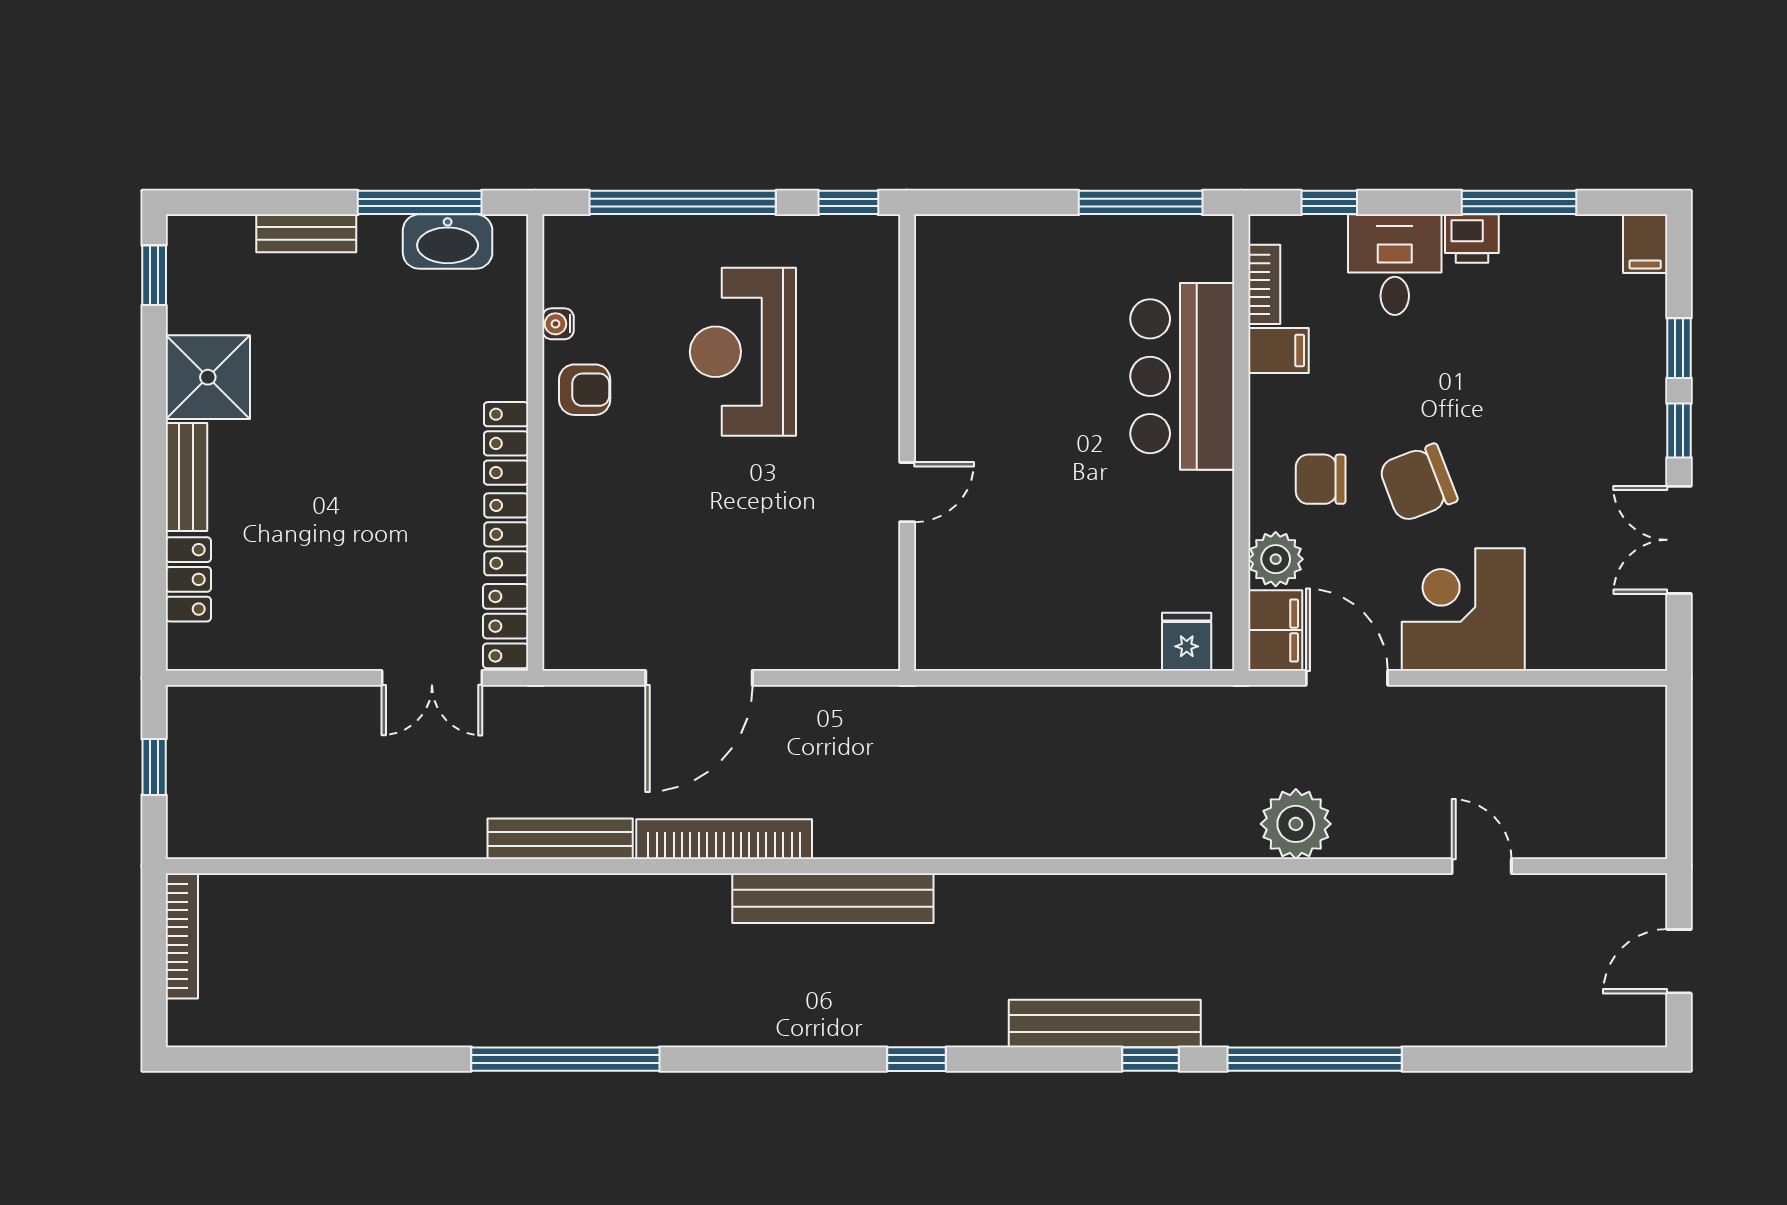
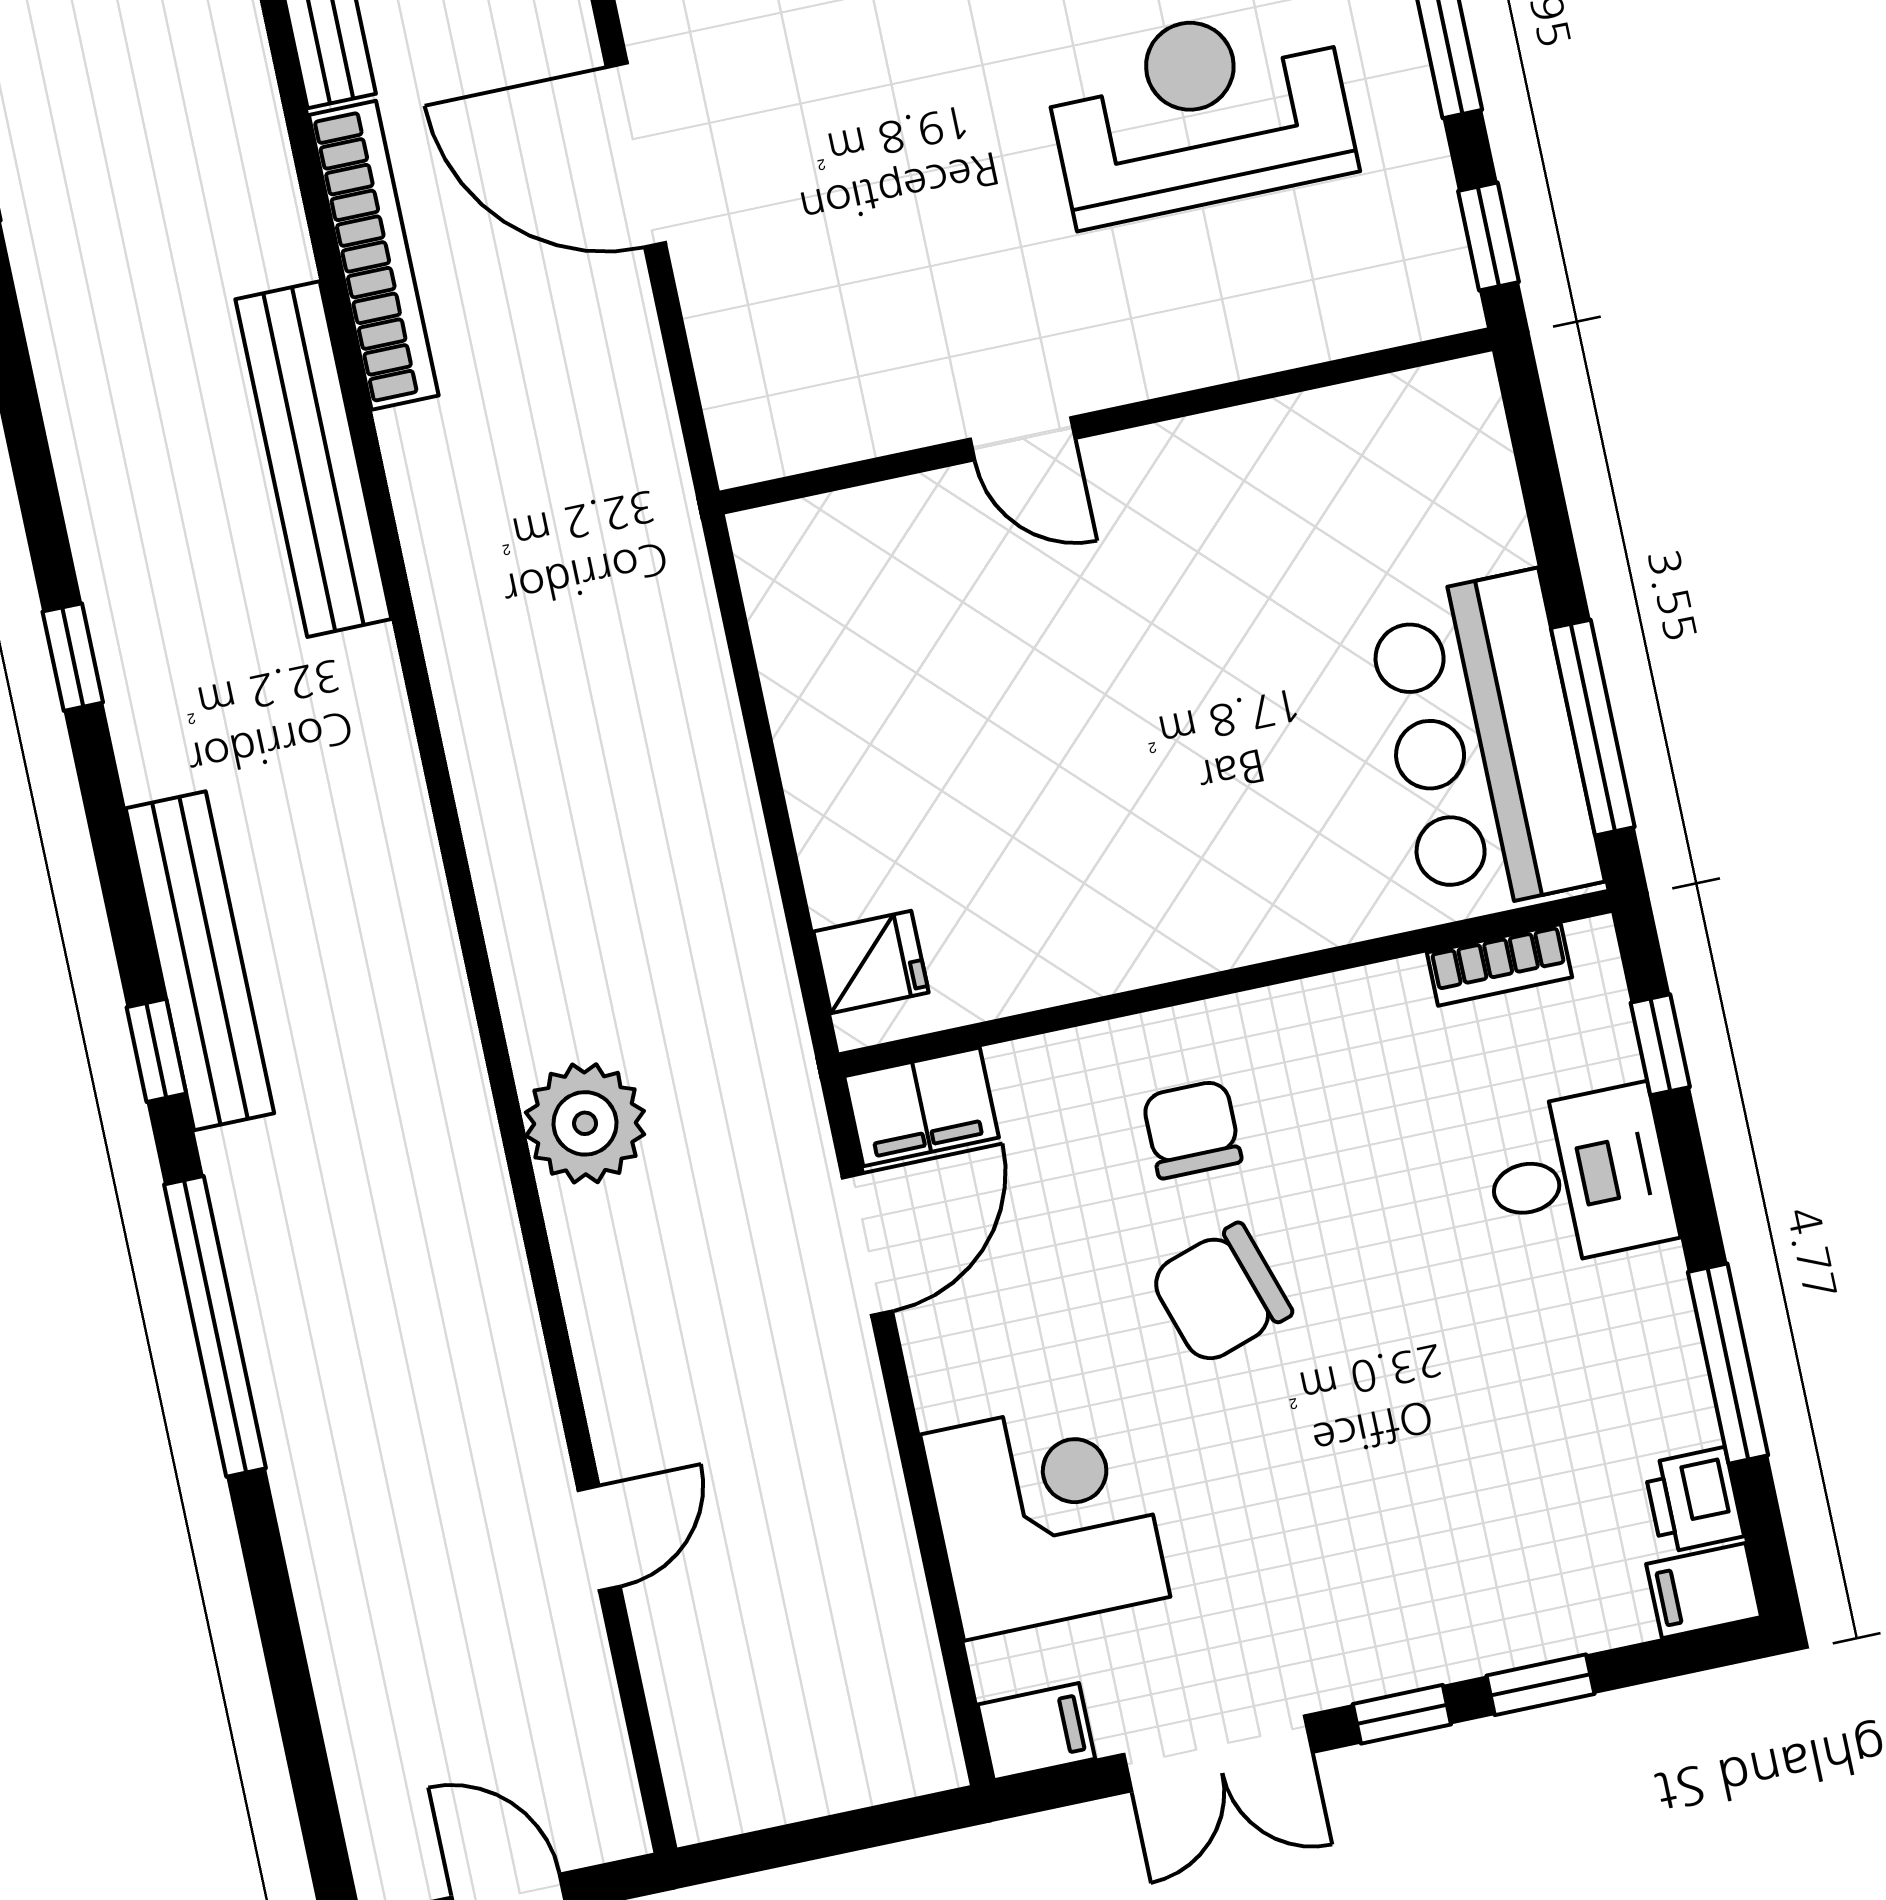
printer: (1472, 239) -> (1694, 1500), moved
filing cabinet: (1278, 351) -> (1036, 1732), moved, turned -90
bar counter: (1182, 376) -> (1484, 743), moved, turned -90
chair: (1418, 483) -> (1221, 1294), turned -87
double door: (1679, 540) -> (1218, 1753), swing flipped
plant: (1276, 559) -> (1042, 1082), removed
corner desk: (1463, 609) -> (1045, 1516), moved
plant: (1296, 824) -> (585, 1123), moved

